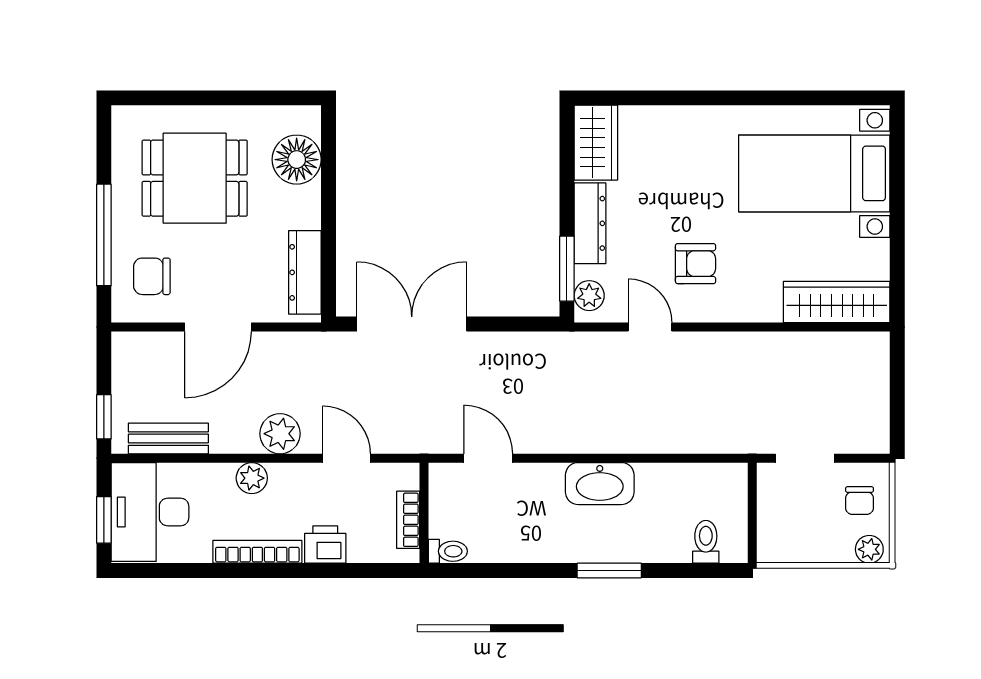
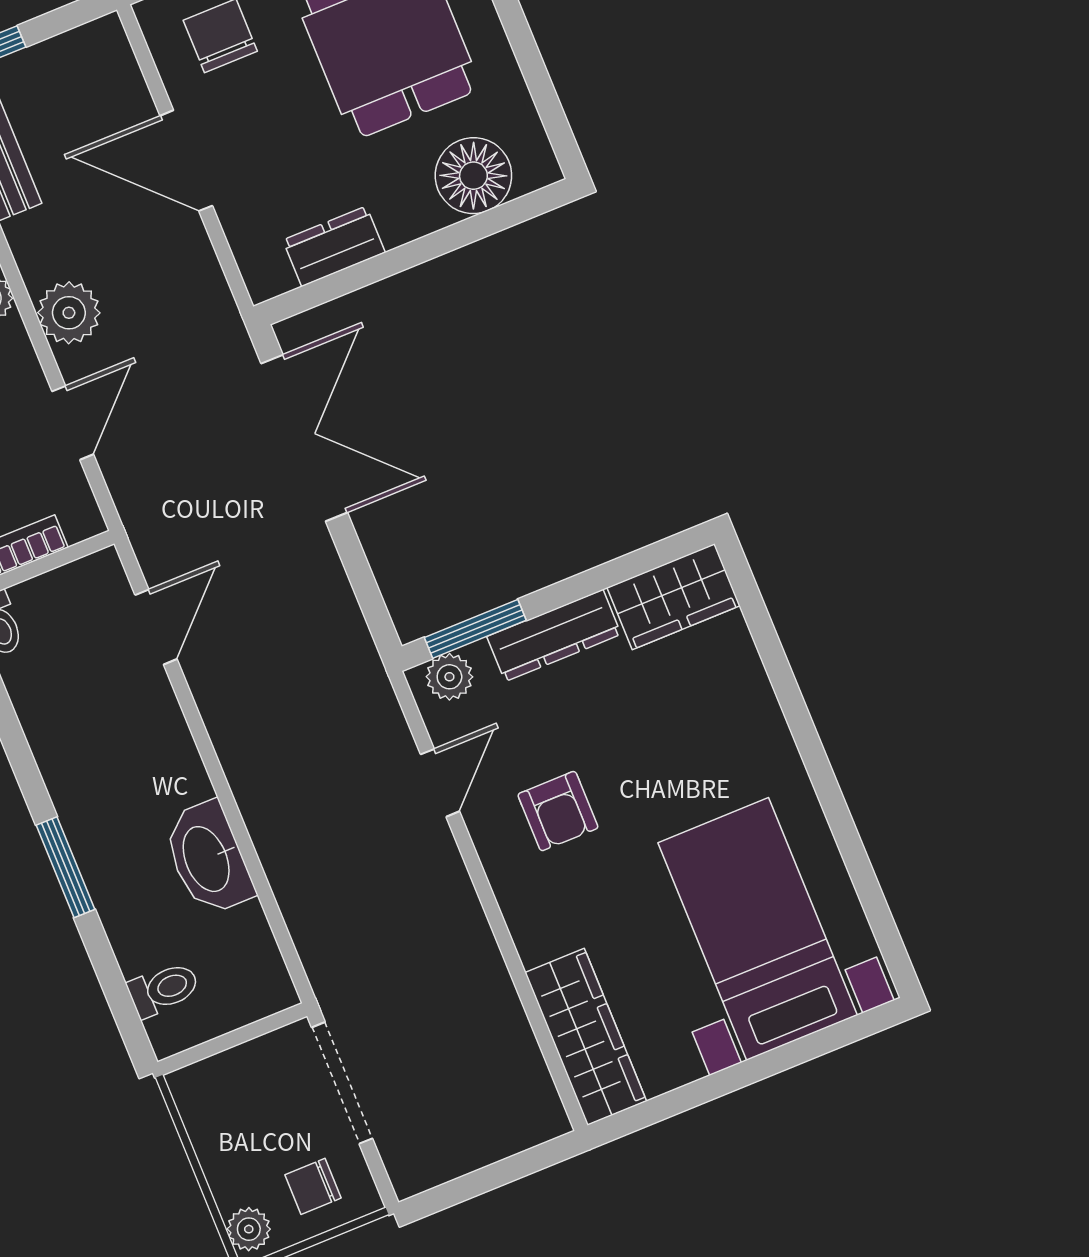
dresser: (305, 272) -> (334, 246), width x0.70
doorway: (805, 458) -> (342, 1083), width x1.38
washbasin: (600, 484) -> (208, 858), moved

